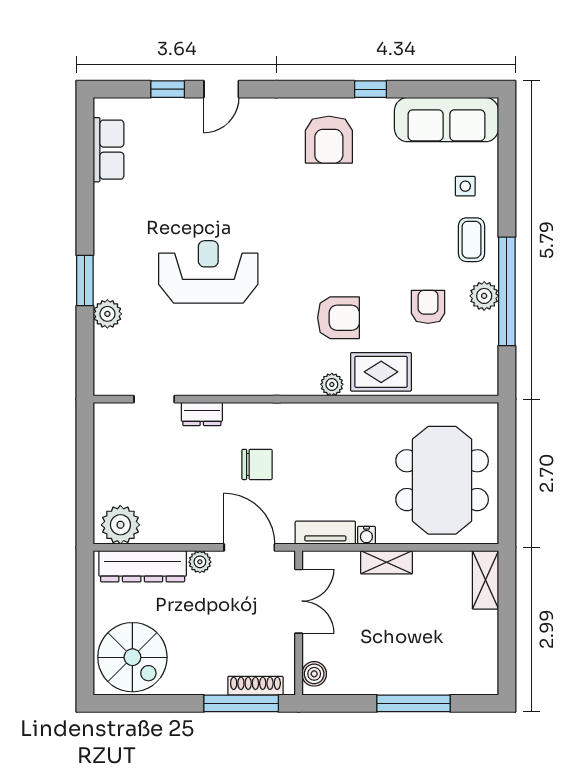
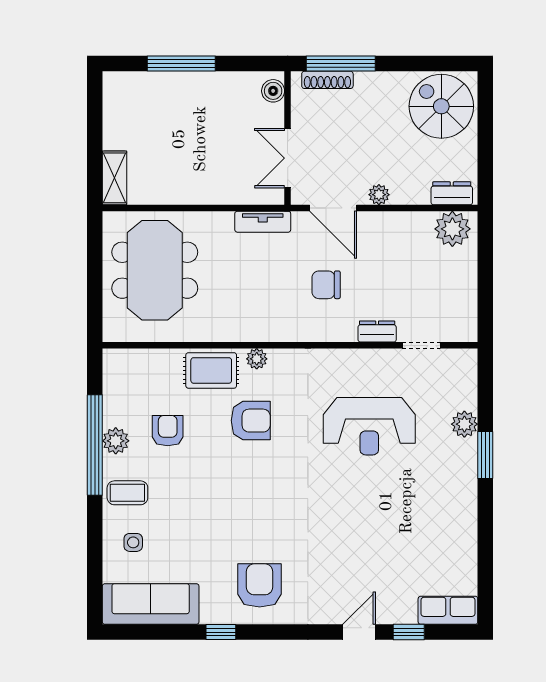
row of seats: (108, 150) -> (448, 610), moved, turned 90
coffee table: (471, 240) -> (127, 493), turned 90
reception desk: (208, 272) -> (369, 426), moved
armchair: (428, 307) -> (168, 431), turned 180
armchair: (338, 318) -> (251, 421), turned 180
water cooler: (366, 535) -> (225, 219), removed
shelving: (387, 562) -> (206, 194), removed
dresser: (143, 566) -> (452, 193), width x0.51, depth x0.80

